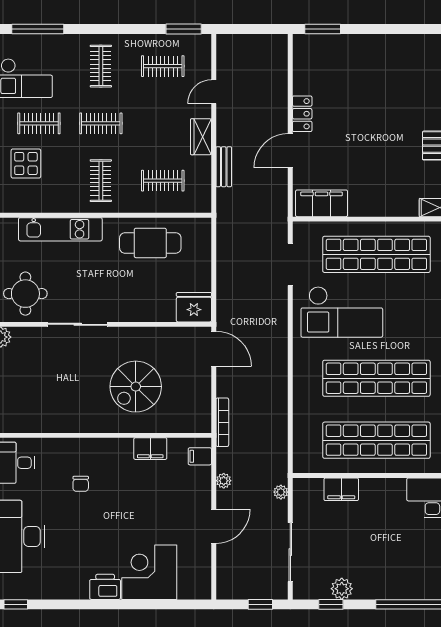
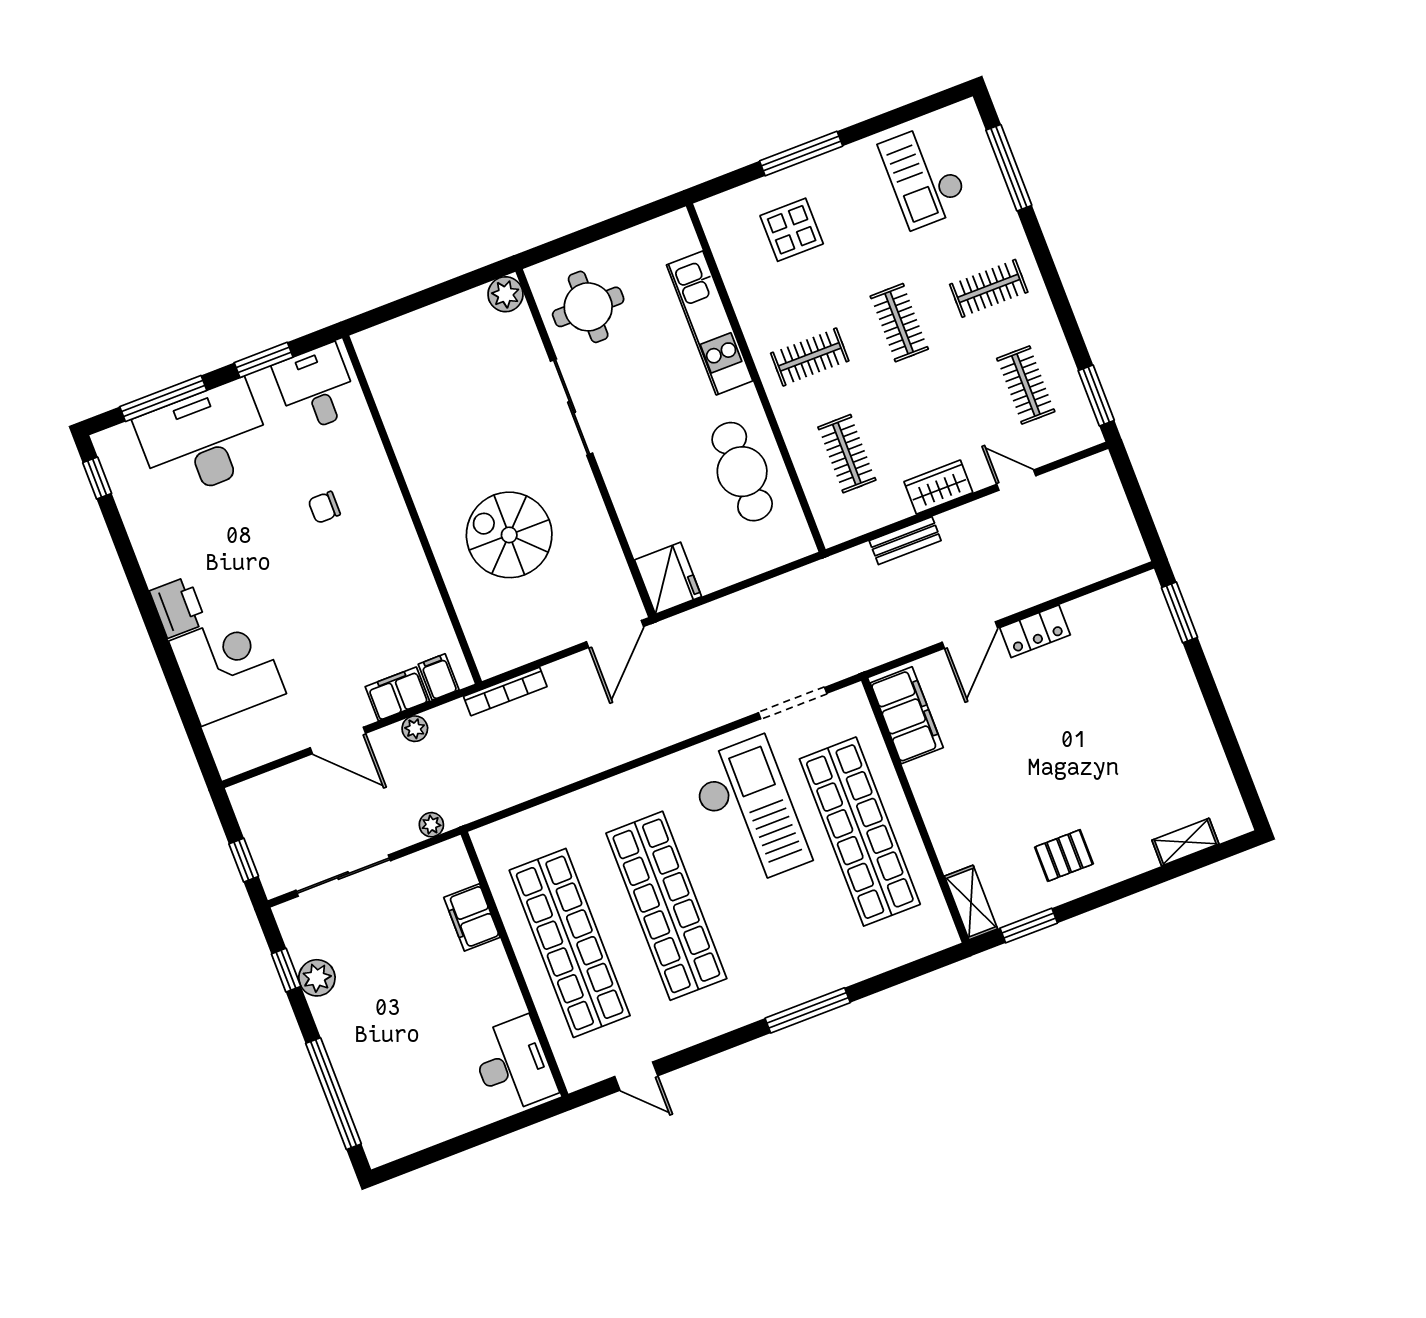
clothes rail: (39, 123) -> (862, 226), removed
door: (290, 151) -> (970, 635), swing flipped
checkout: (342, 312) -> (749, 812), turned 180
filing cabinet: (150, 449) -> (397, 694), moved, turned 90

